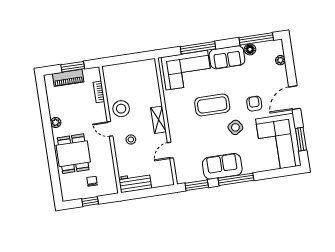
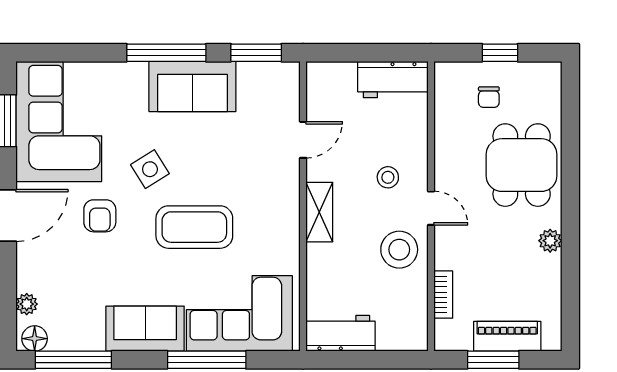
floor lamp: (250, 49) -> (35, 339), moved
workbench: (141, 68) -> (341, 333), added

